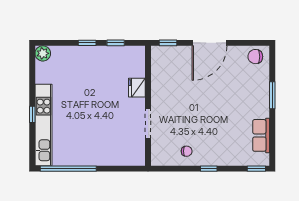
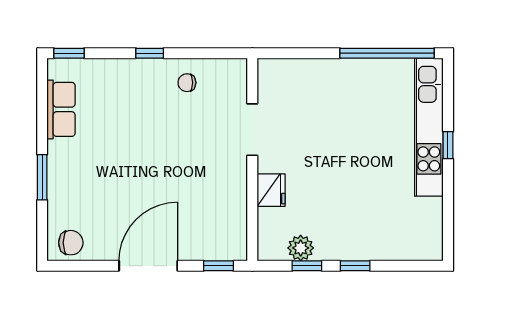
plant: (43, 53) -> (301, 248), moved

